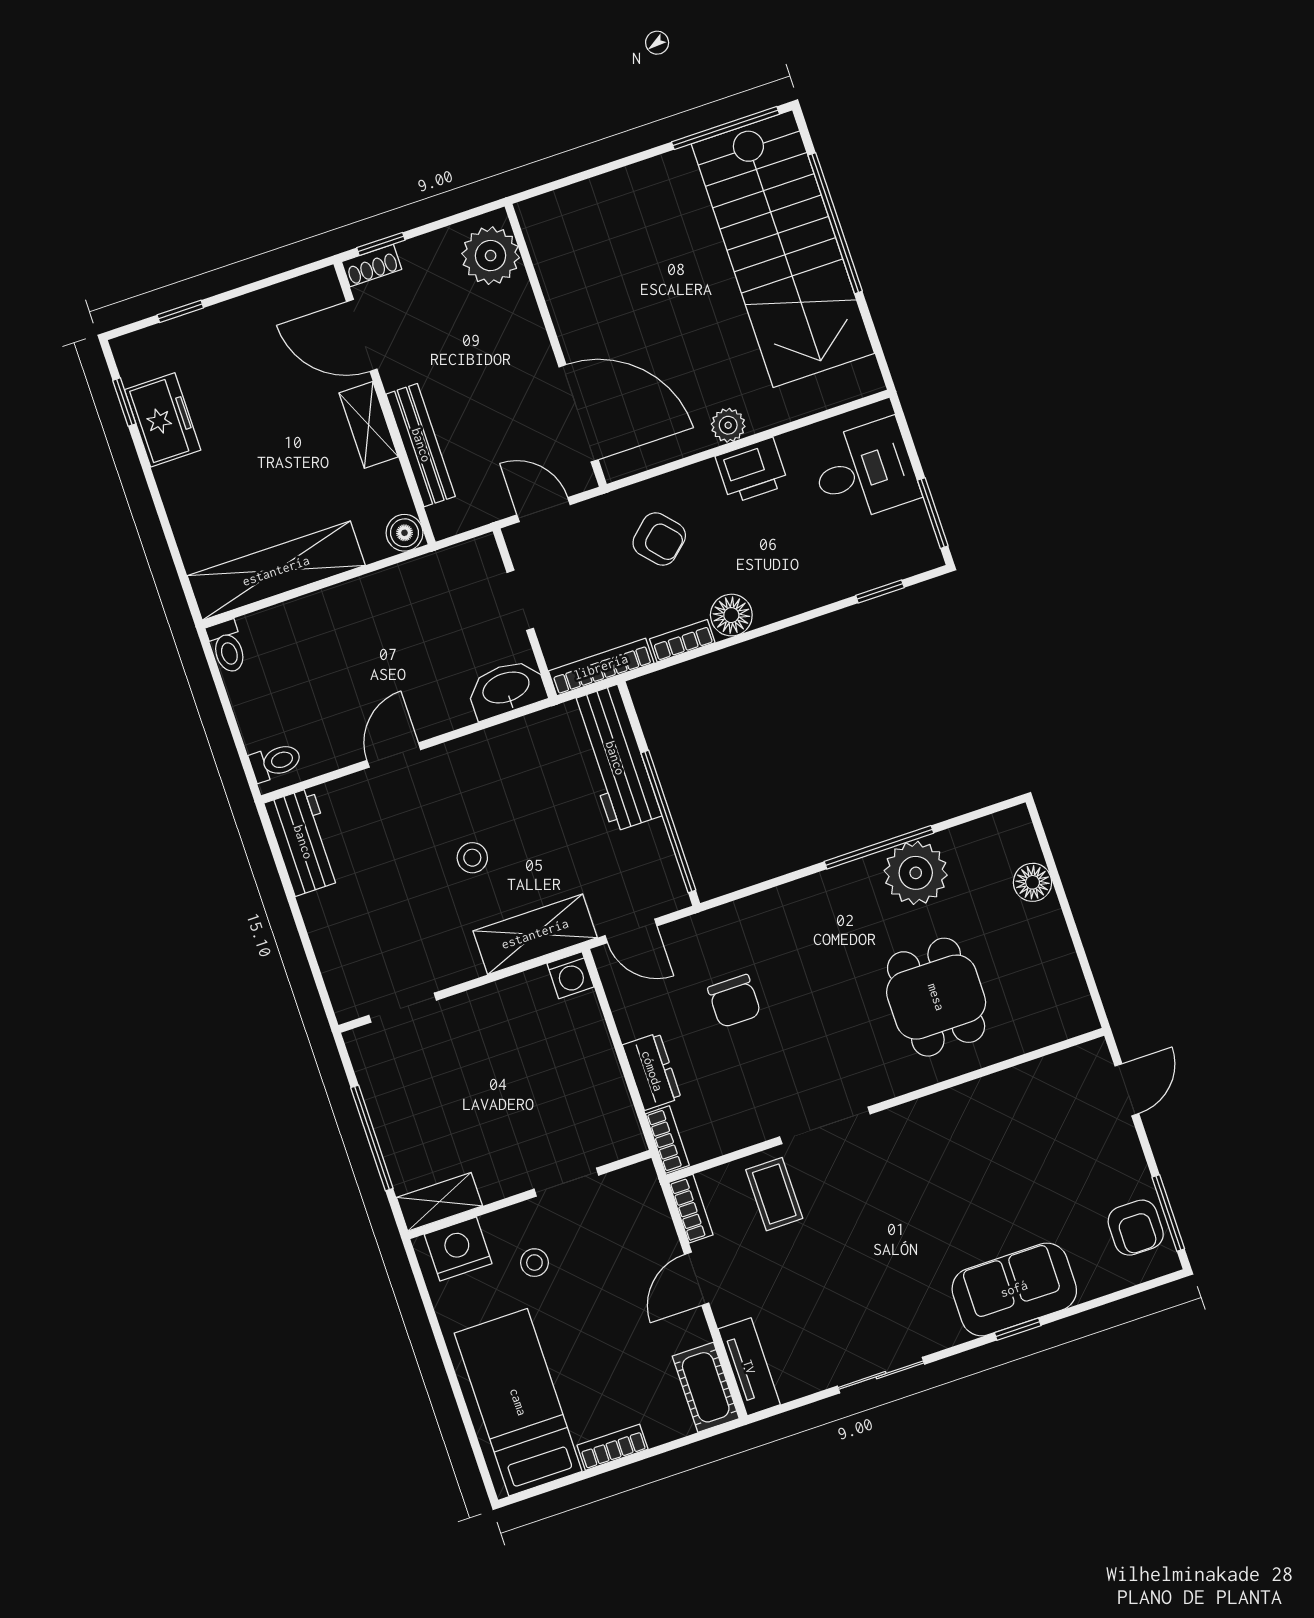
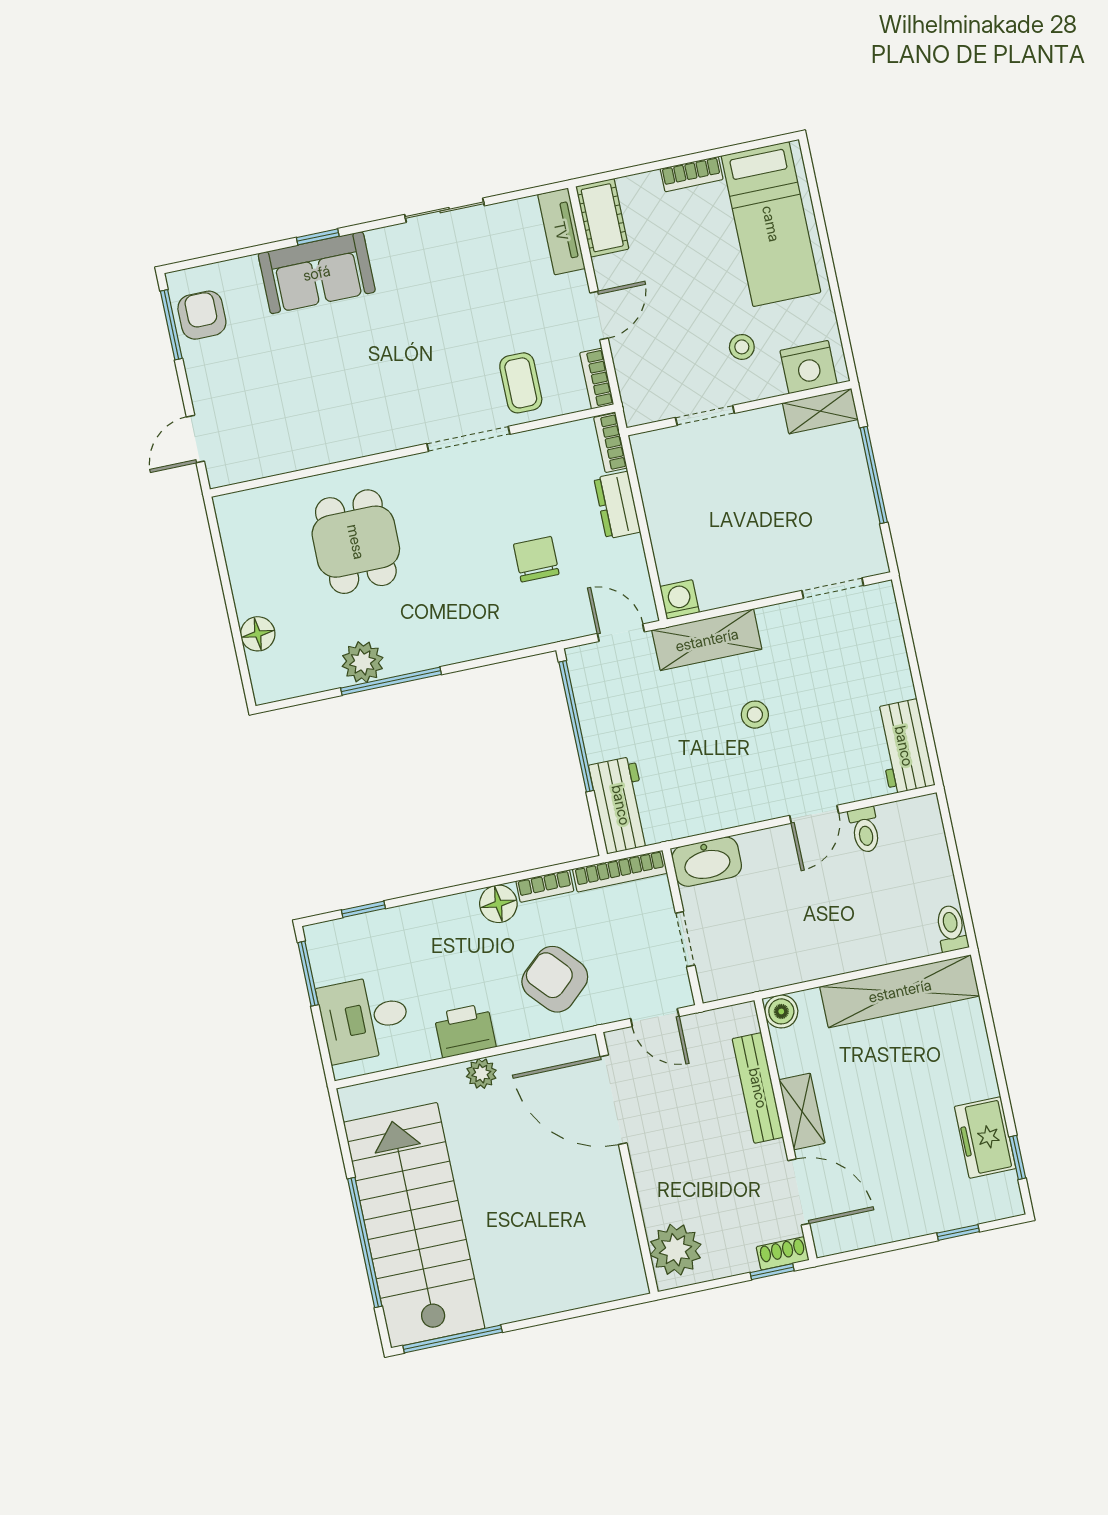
armchair: (659, 539) -> (555, 979), width x1.38, depth x1.38
workbench: (615, 758) -> (621, 805), width x0.73
toilet: (276, 762) -> (865, 830), moved, turned -90
plant: (916, 873) -> (363, 662), width x0.73, depth x0.73

